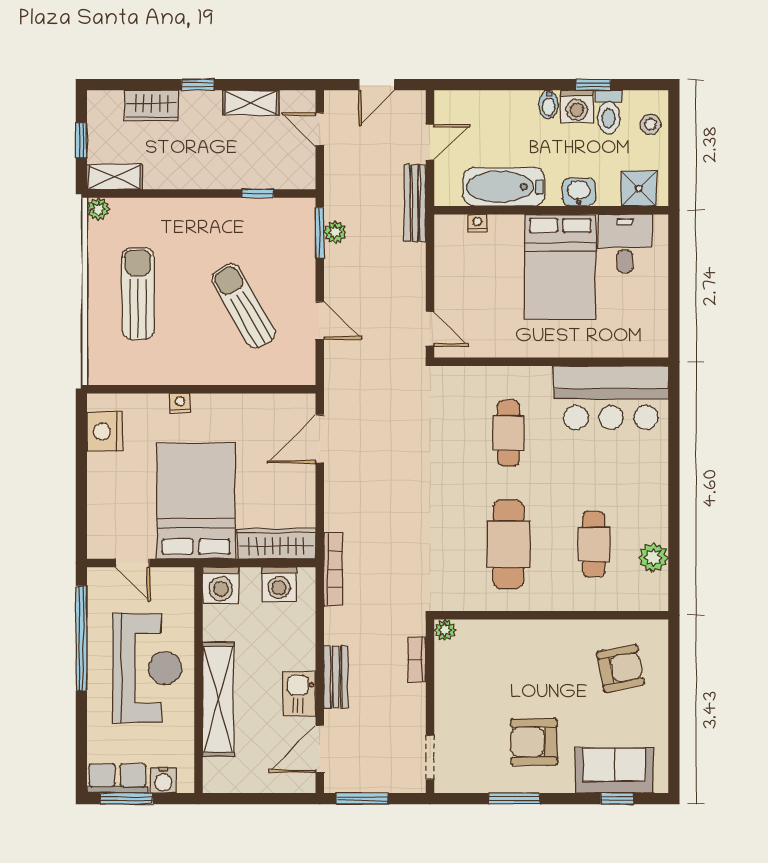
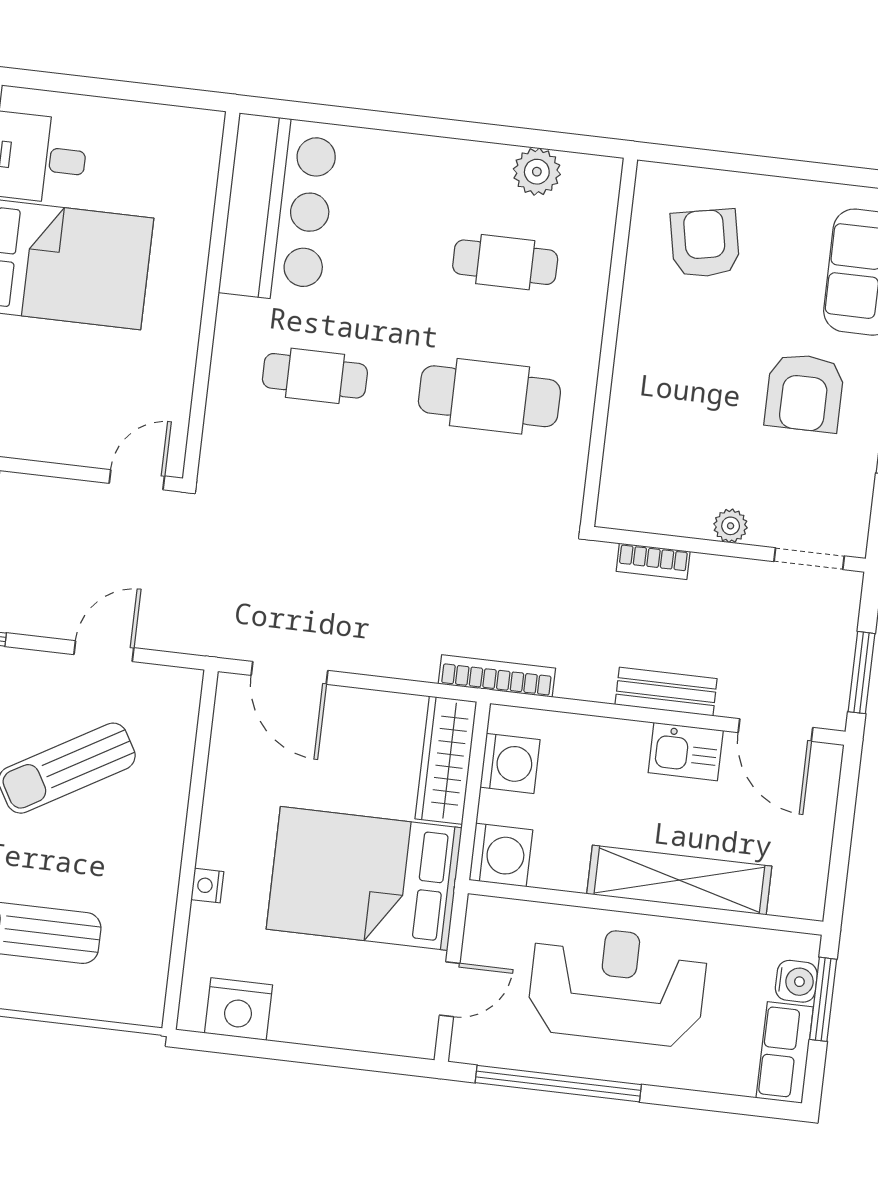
plant: (445, 630) -> (731, 526), moved
window: (126, 799) -> (823, 999), moved

